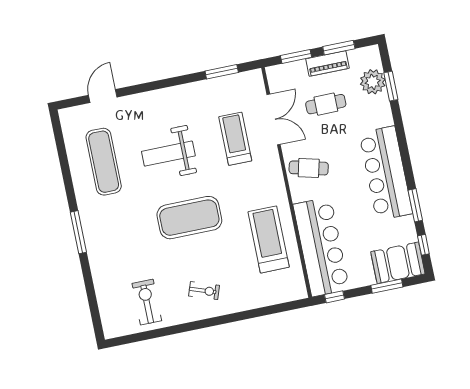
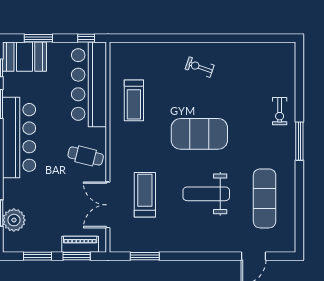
piano: (327, 64) -> (80, 244), moved
cafe table: (326, 104) -> (59, 209), removed
treadmill: (235, 139) -> (145, 195), turned 180
weight bench: (168, 154) -> (206, 194), turned 180
treadmill: (269, 239) -> (134, 100), width x0.73, depth x0.73
exercise bike: (147, 302) -> (280, 111), moved, width x0.73, depth x0.72

